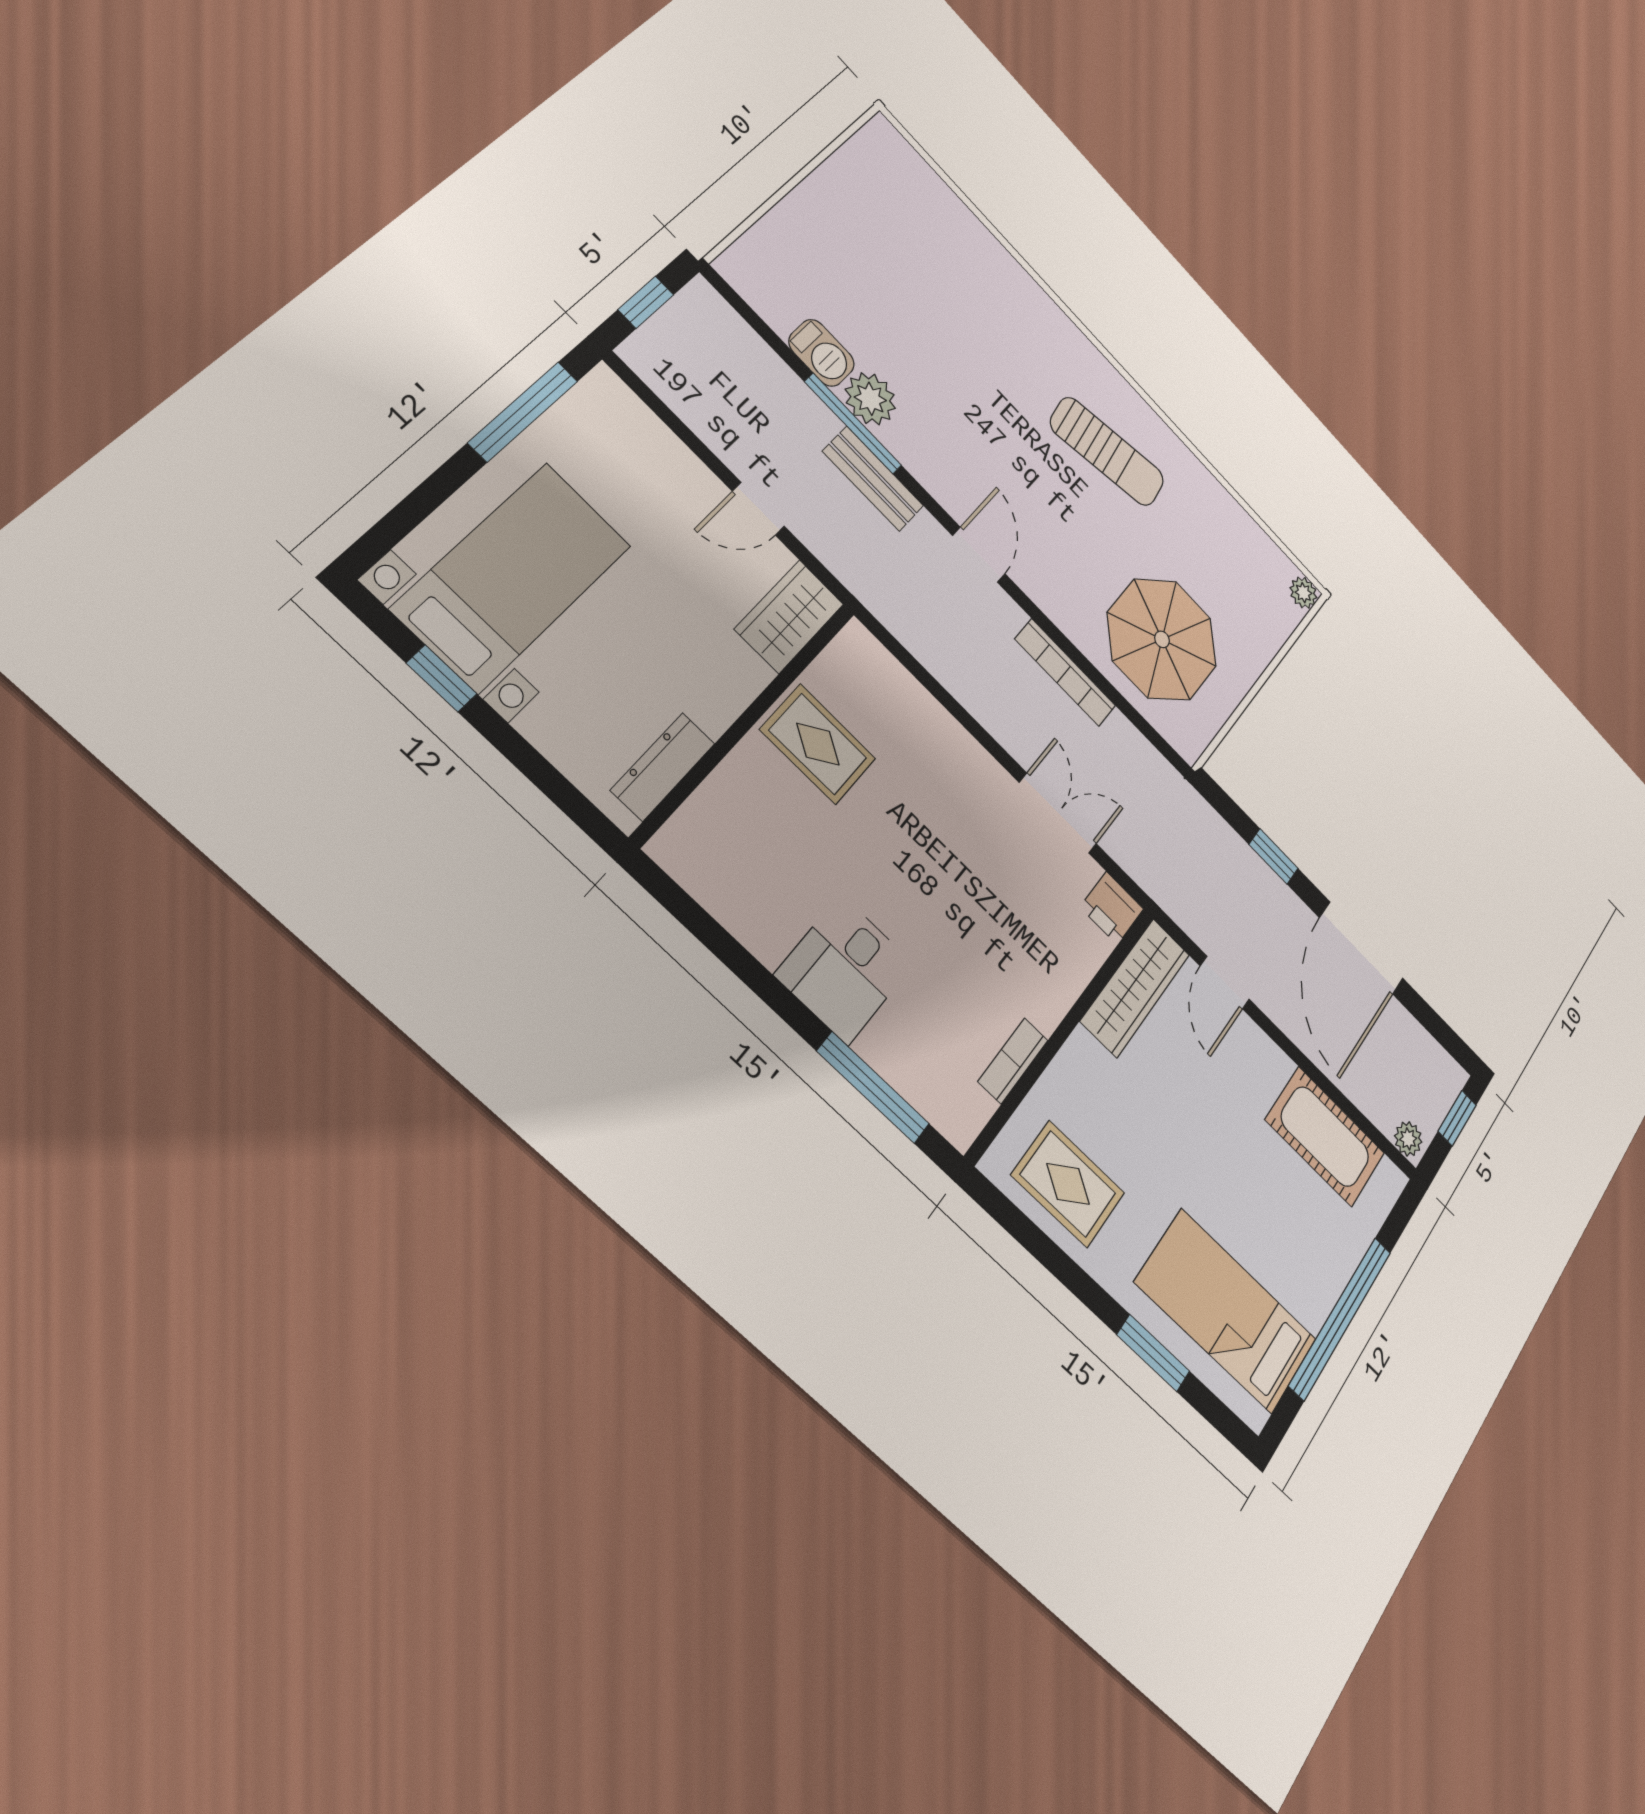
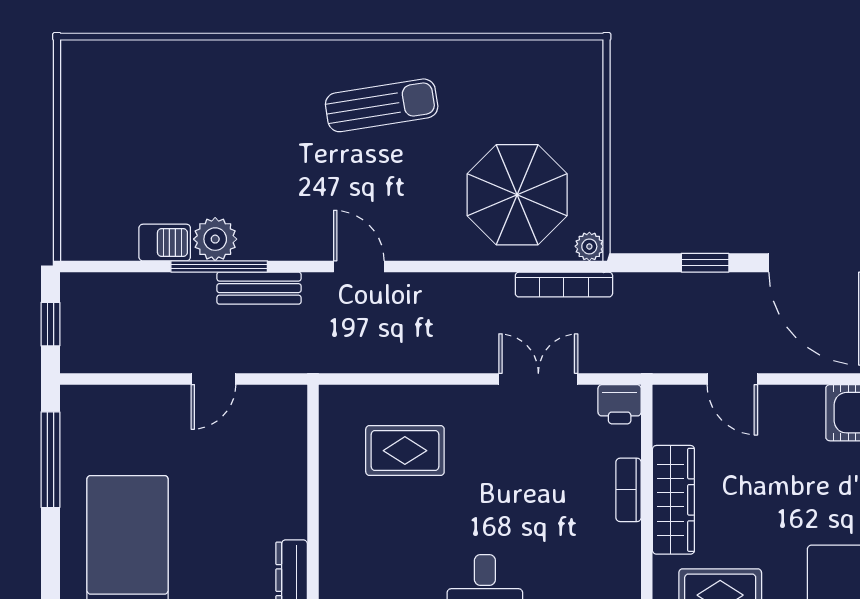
plant: (1303, 593) -> (589, 246), moved
wardrobe: (789, 616) -> (284, 424), removed
bookcase: (1065, 673) -> (564, 285), moved
rug: (818, 744) -> (405, 451), moved
wardrobe: (1135, 988) -> (673, 500), moved
bookcase: (1013, 1061) -> (629, 490), moved

